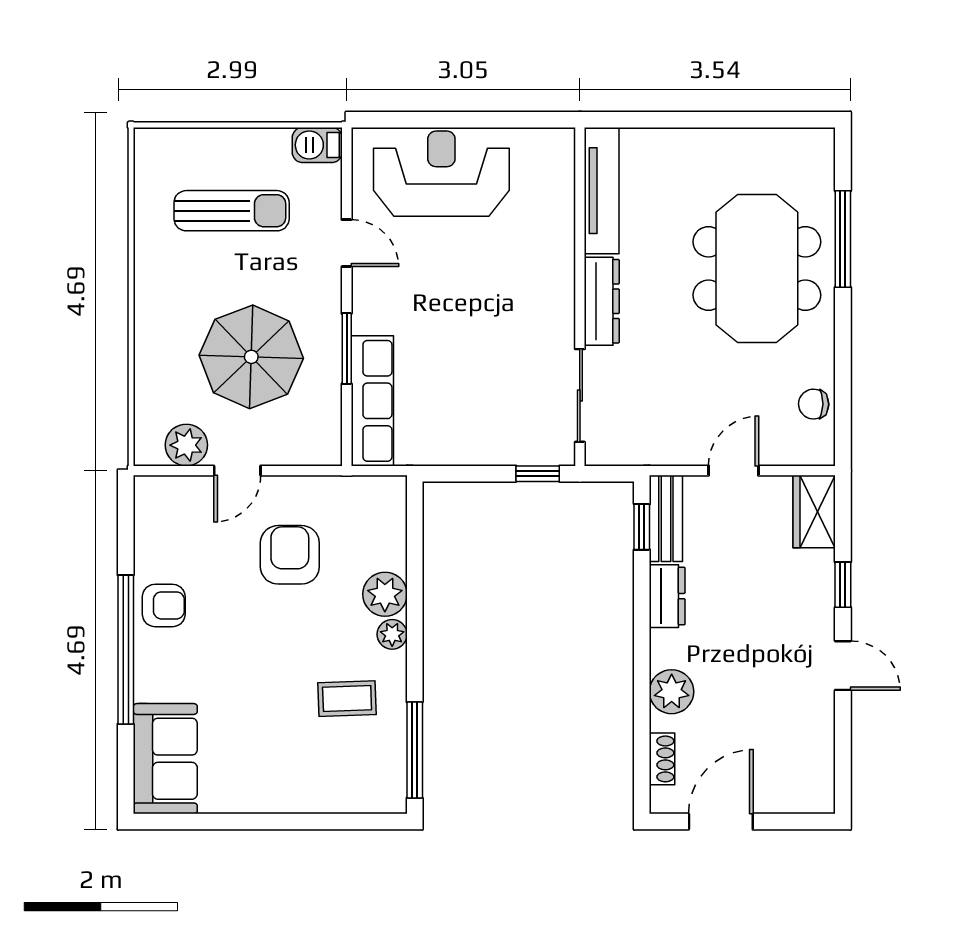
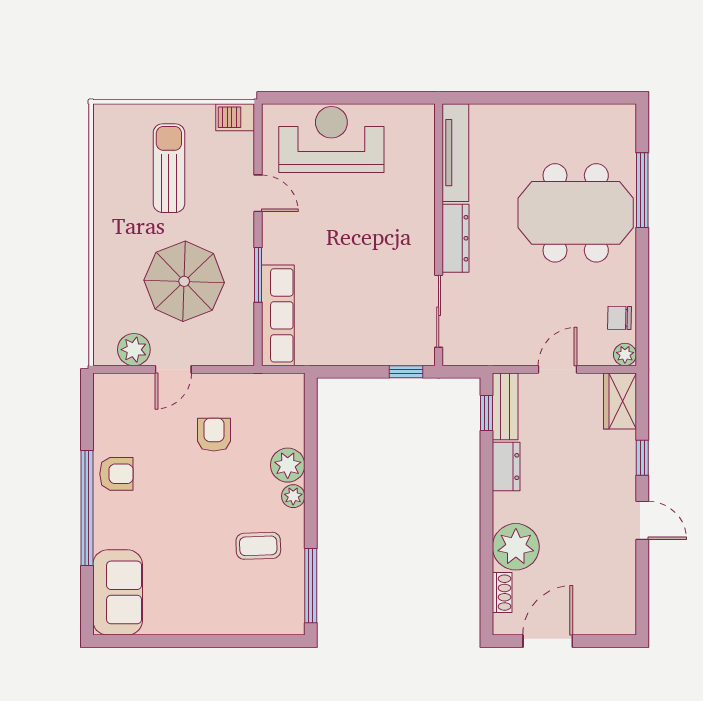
sun lounger: (232, 211) -> (169, 168), turned -90
meeting table: (757, 268) -> (576, 213), turned 90
plant: (821, 451) -> (625, 355), added
armchair: (290, 555) -> (214, 435), width x0.72, depth x0.72
plant: (672, 692) -> (516, 547), width x1.36, depth x1.36

